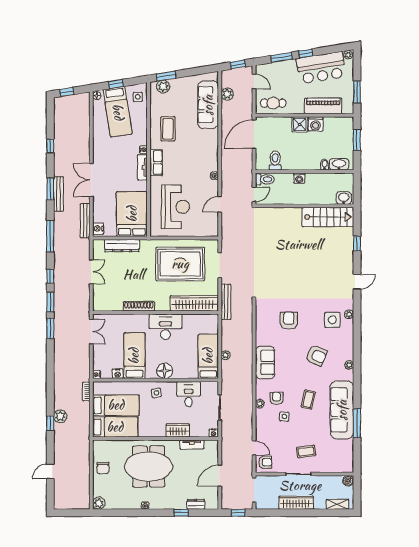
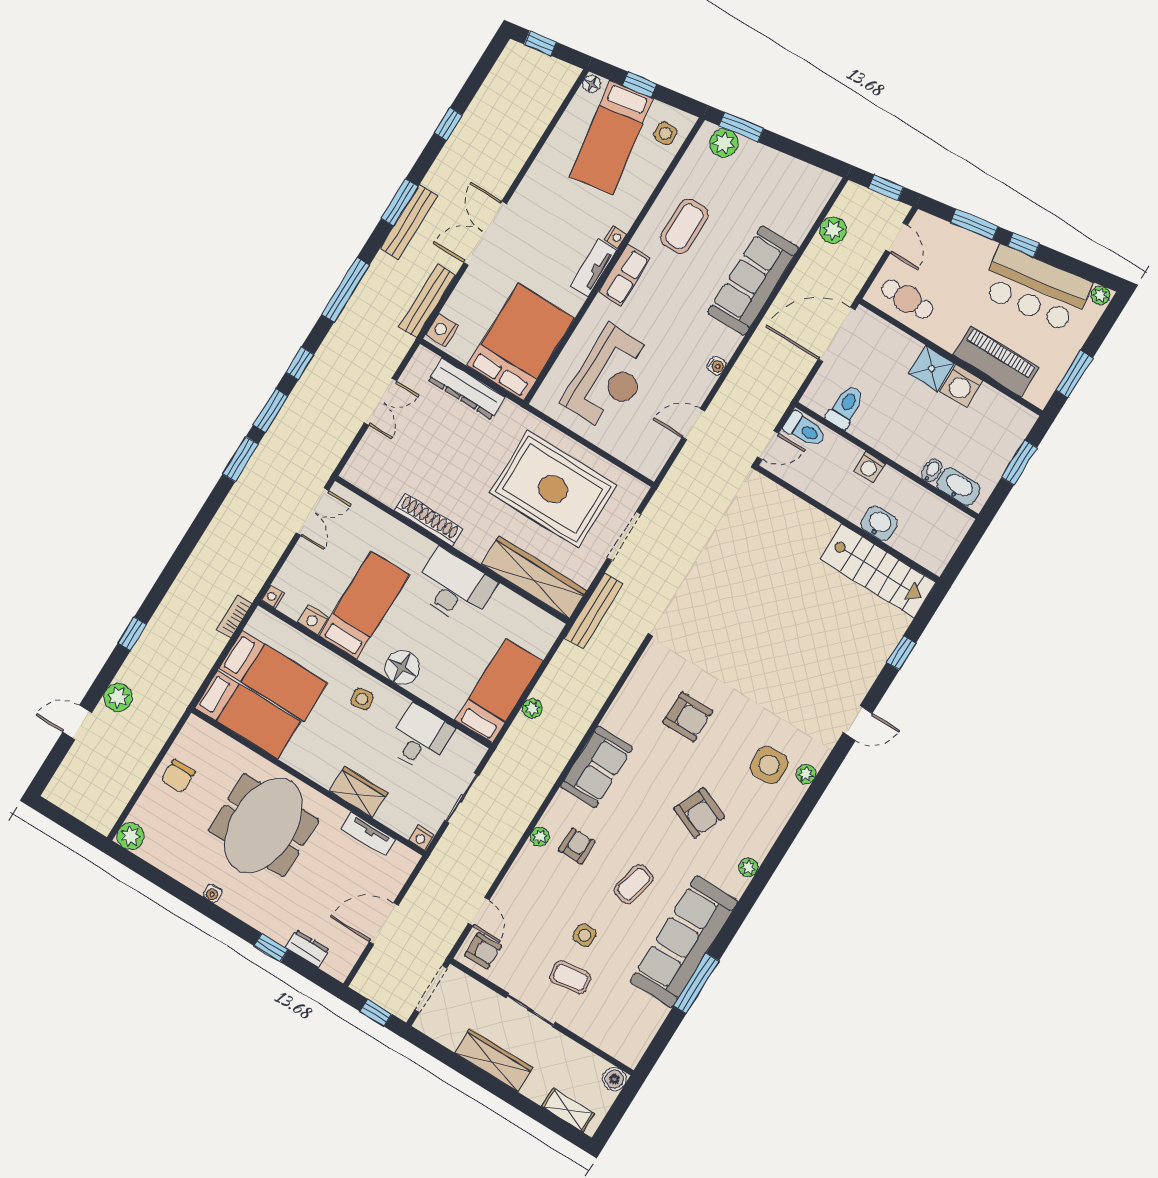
sofa: (208, 105) -> (753, 280), moved
washbasin: (344, 198) -> (879, 524), moved
armchair: (289, 321) -> (688, 717), turned 90
plant: (60, 416) -> (118, 697), moved
side table: (284, 416) -> (585, 935), moved
meeting table: (148, 467) -> (264, 825), turned 90

